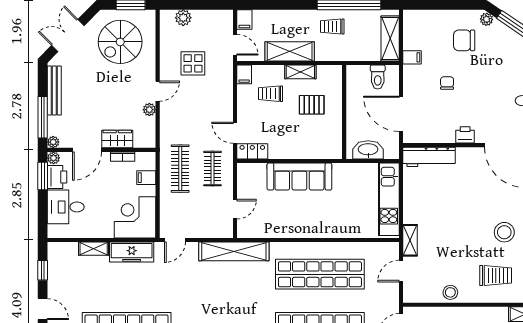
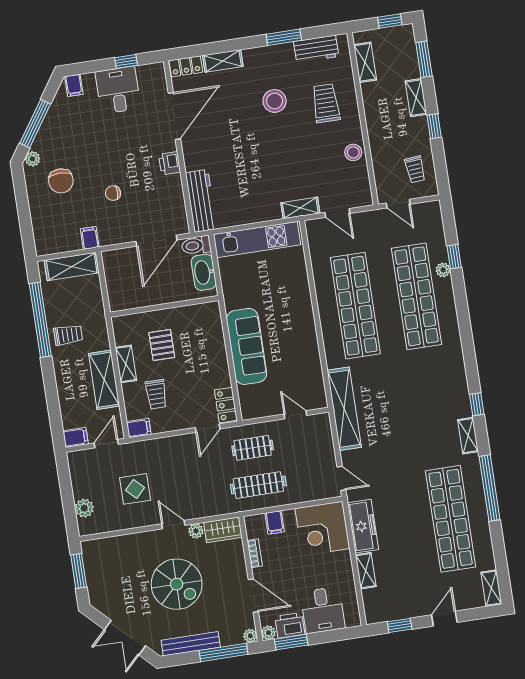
trolley: (332, 26) -> (68, 335), turned -90
spiral stairs: (120, 42) -> (177, 584), moved
toilet: (378, 77) -> (196, 245), moved, turned 180
wardrobe: (117, 139) -> (223, 530), moved, turned -90

